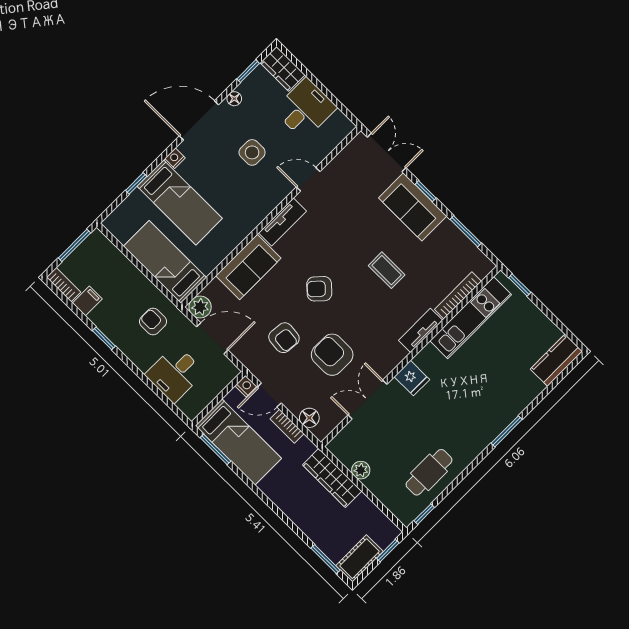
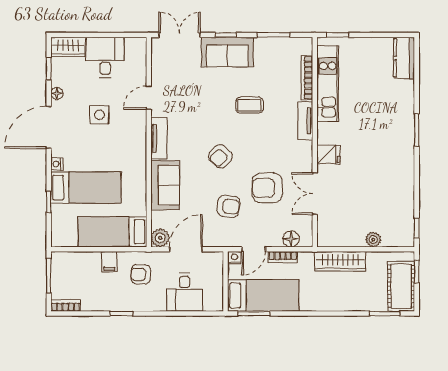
filing cabinet: (87, 301) -> (109, 262), moved, turned 180
plant: (361, 470) -> (373, 240), moved
cafe table: (429, 472) -> (395, 200), removed
cot: (359, 559) -> (401, 286), width x1.37, depth x1.34

